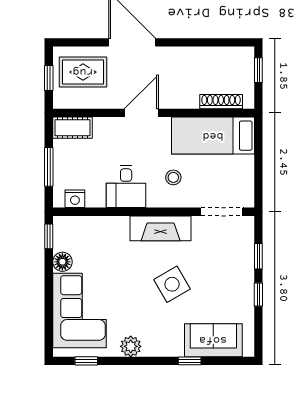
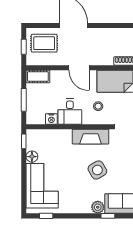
door: (141, 113) -> (79, 68), swing flipped
nightstand: (75, 199) -> (51, 119), moved
plant: (131, 346) -> (98, 207), moved

